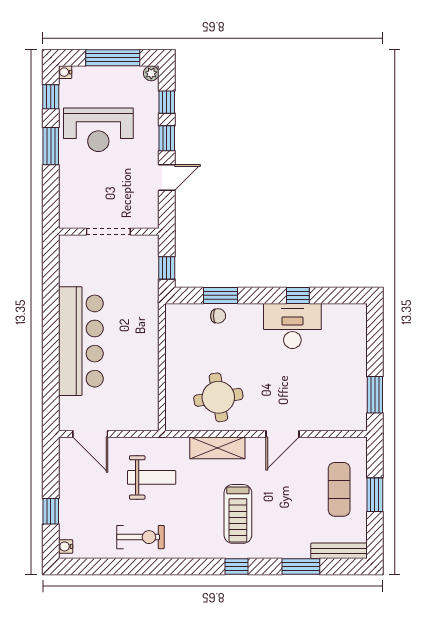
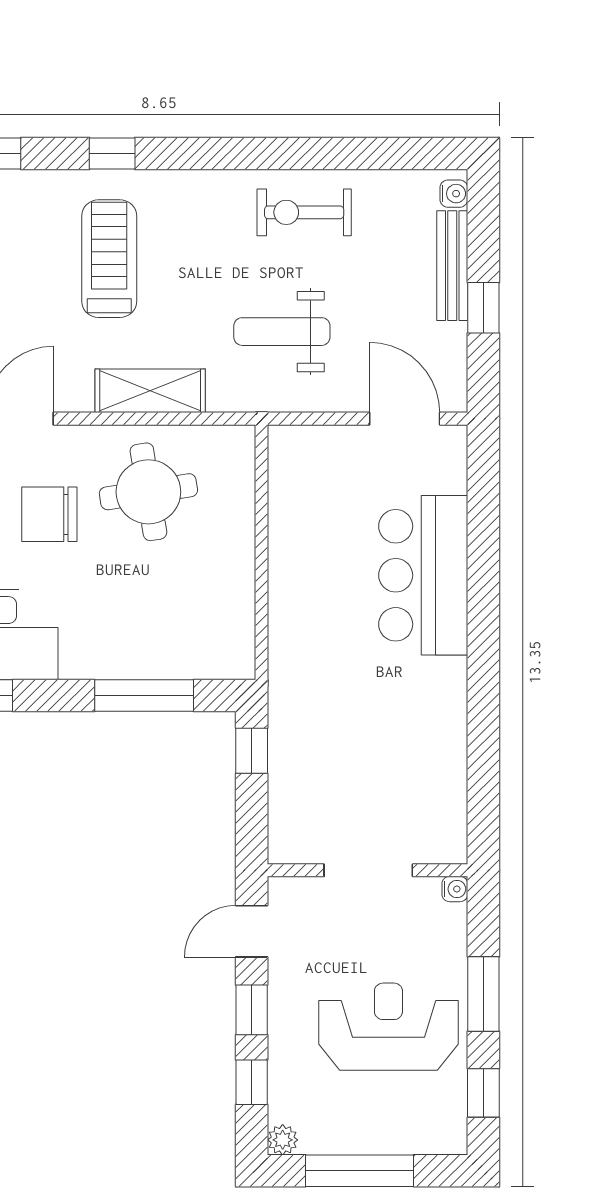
water cooler: (65, 72) -> (455, 889), moved
doorway: (108, 232) -> (368, 870), moved
wall: (109, 232) -> (368, 870), moved
window: (220, 295) -> (144, 696), width x1.44
chair: (218, 316) -> (49, 514), moved, width x1.87, depth x1.87
bar counter: (81, 341) -> (423, 575), width x0.73
bench: (66, 510) -> (452, 266), added
window: (51, 511) -> (483, 308), moved

